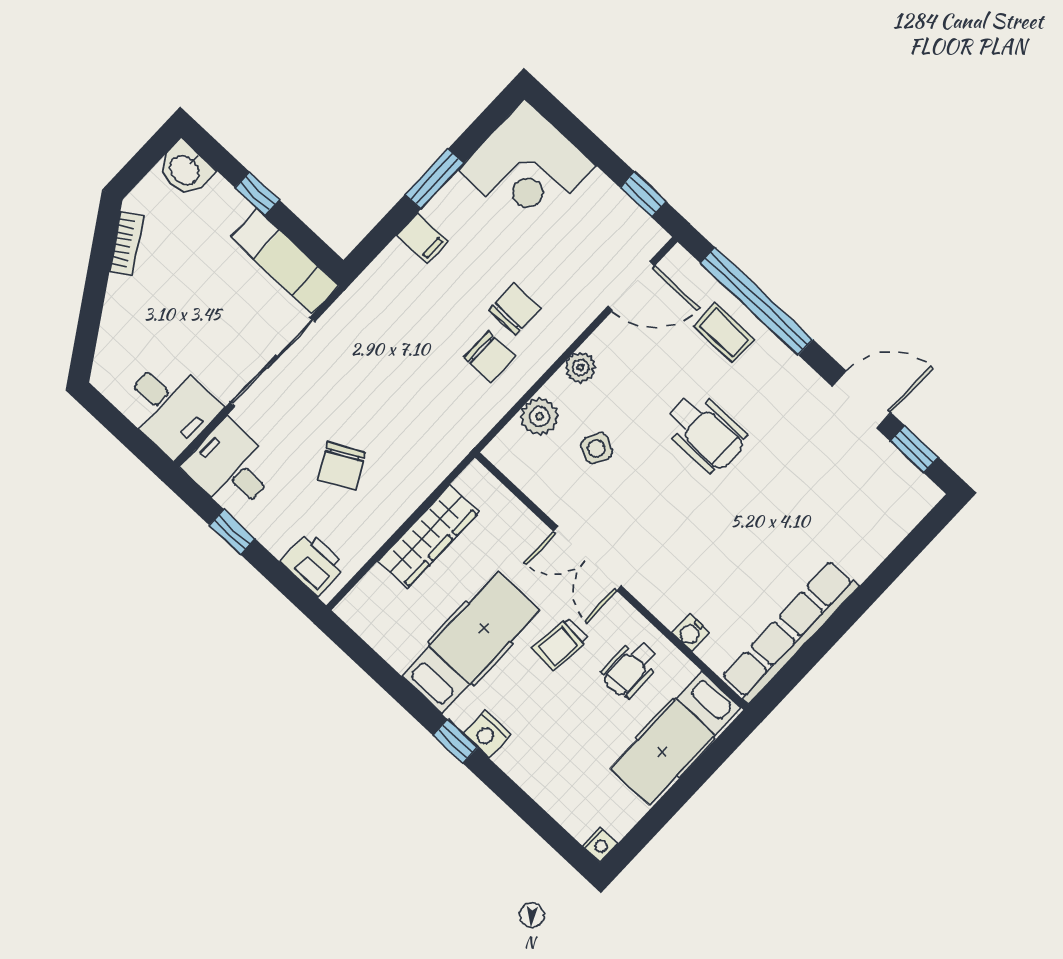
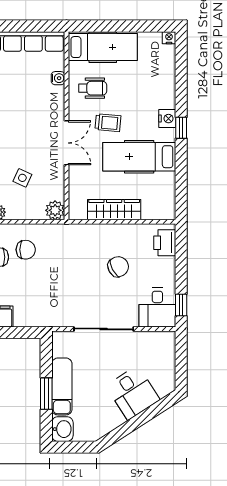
window: (257, 194) -> (46, 394), width x1.50
bookcase: (127, 243) -> (110, 425), removed
exam couch: (285, 261) -> (62, 386), moved
chair: (490, 357) -> (26, 250), turned 90
desk: (170, 406) -> (133, 393), moved, turned 147
plant: (539, 416) -> (55, 210), moved
window: (232, 532) -> (181, 305), moved

